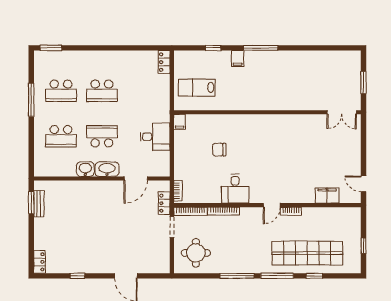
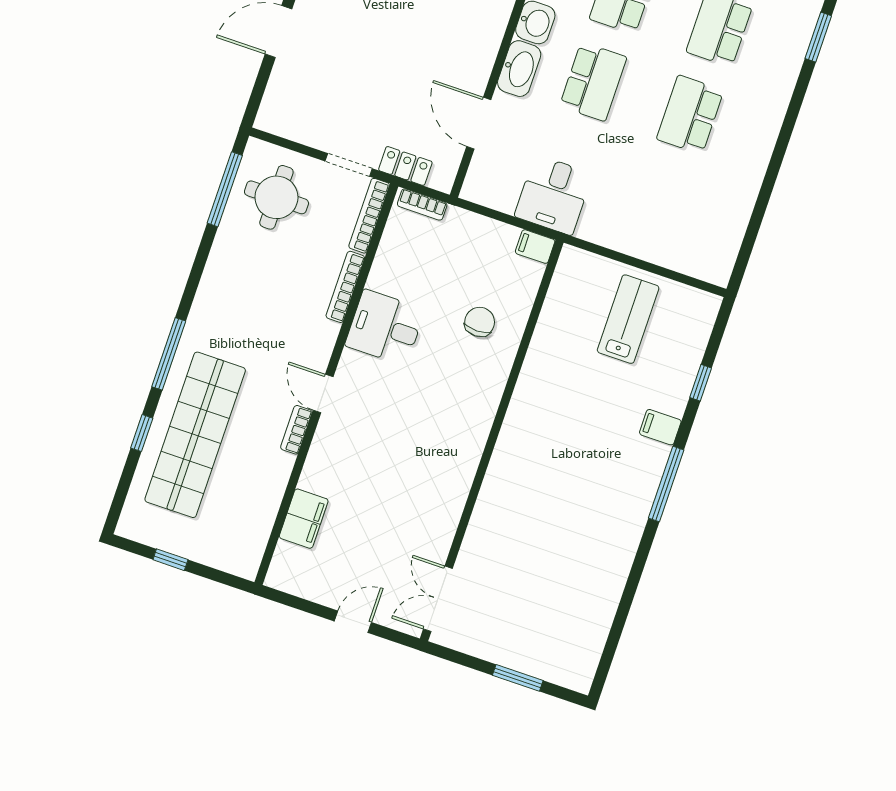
locker: (164, 62) -> (706, 268), removed
wall: (267, 112) -> (492, 441), moved
double door: (342, 112) -> (438, 599), moved
filing cabinet: (180, 122) -> (535, 247), moved
door: (363, 184) -> (353, 622), moved
window: (237, 276) -> (225, 189), moved

